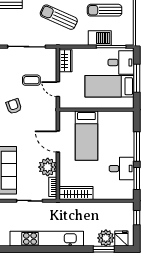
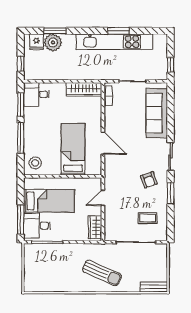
sun lounger: (105, 10) -> (54, 280), removed
barbecue: (100, 38) -> (59, 251), removed
window: (137, 78) -> (21, 220), moved
coffee table: (31, 80) -> (148, 218), moved
door: (58, 89) -> (103, 198), swing flipped
stool: (123, 123) -> (35, 163), added
plant: (48, 167) -> (114, 116), removed
desk: (122, 169) -> (36, 94), moved
window: (43, 249) -> (118, 31), added

